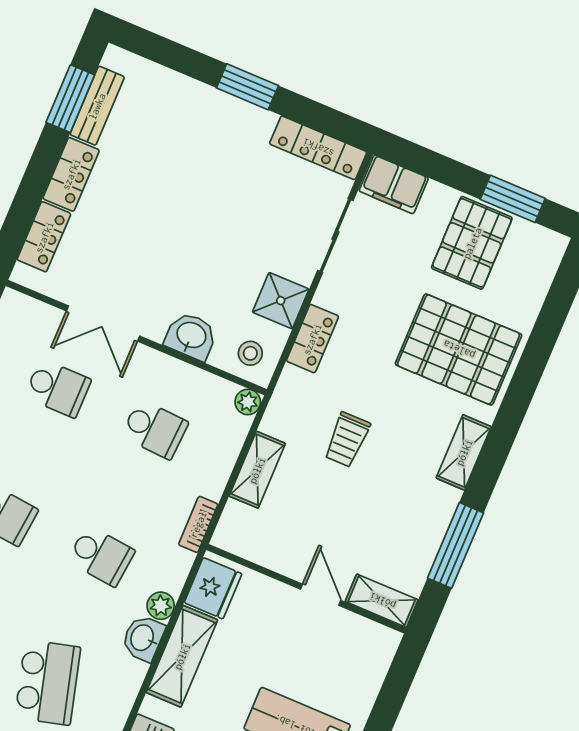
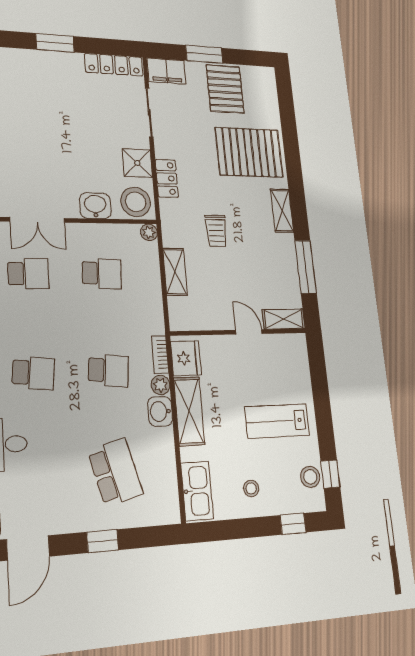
window: (513, 199) -> (204, 54), moved
stool: (250, 353) -> (136, 202), width x1.89, depth x1.89
bookcase: (198, 524) -> (160, 354), moved

